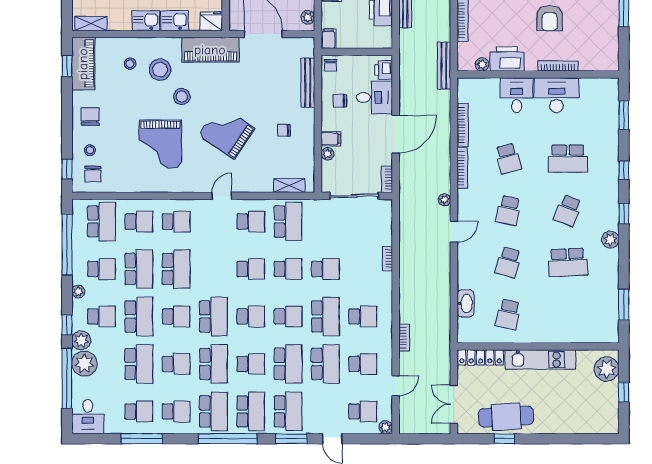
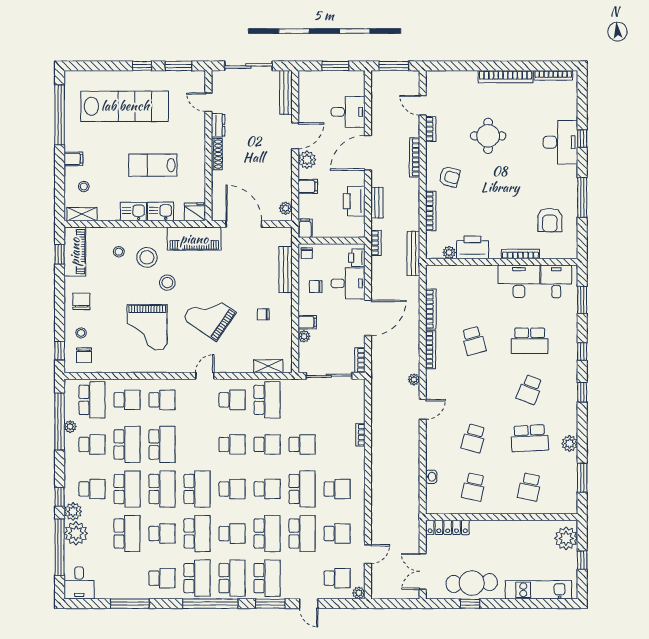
armchair: (550, 18) -> (550, 220), moved
desk: (517, 95) -> (556, 281), moved
school desk: (508, 210) -> (530, 487), moved
plant: (610, 240) -> (570, 443), moved
plant: (78, 292) -> (70, 427), moved
washbasin: (465, 303) -> (431, 477), width x0.52, depth x0.69
school desk: (176, 316) -> (162, 489), width x1.85
bookcase: (404, 338) -> (376, 243), moved
kitchen unit: (540, 360) -> (538, 590), moved, turned 180
school desk: (139, 411) -> (127, 578), removed

